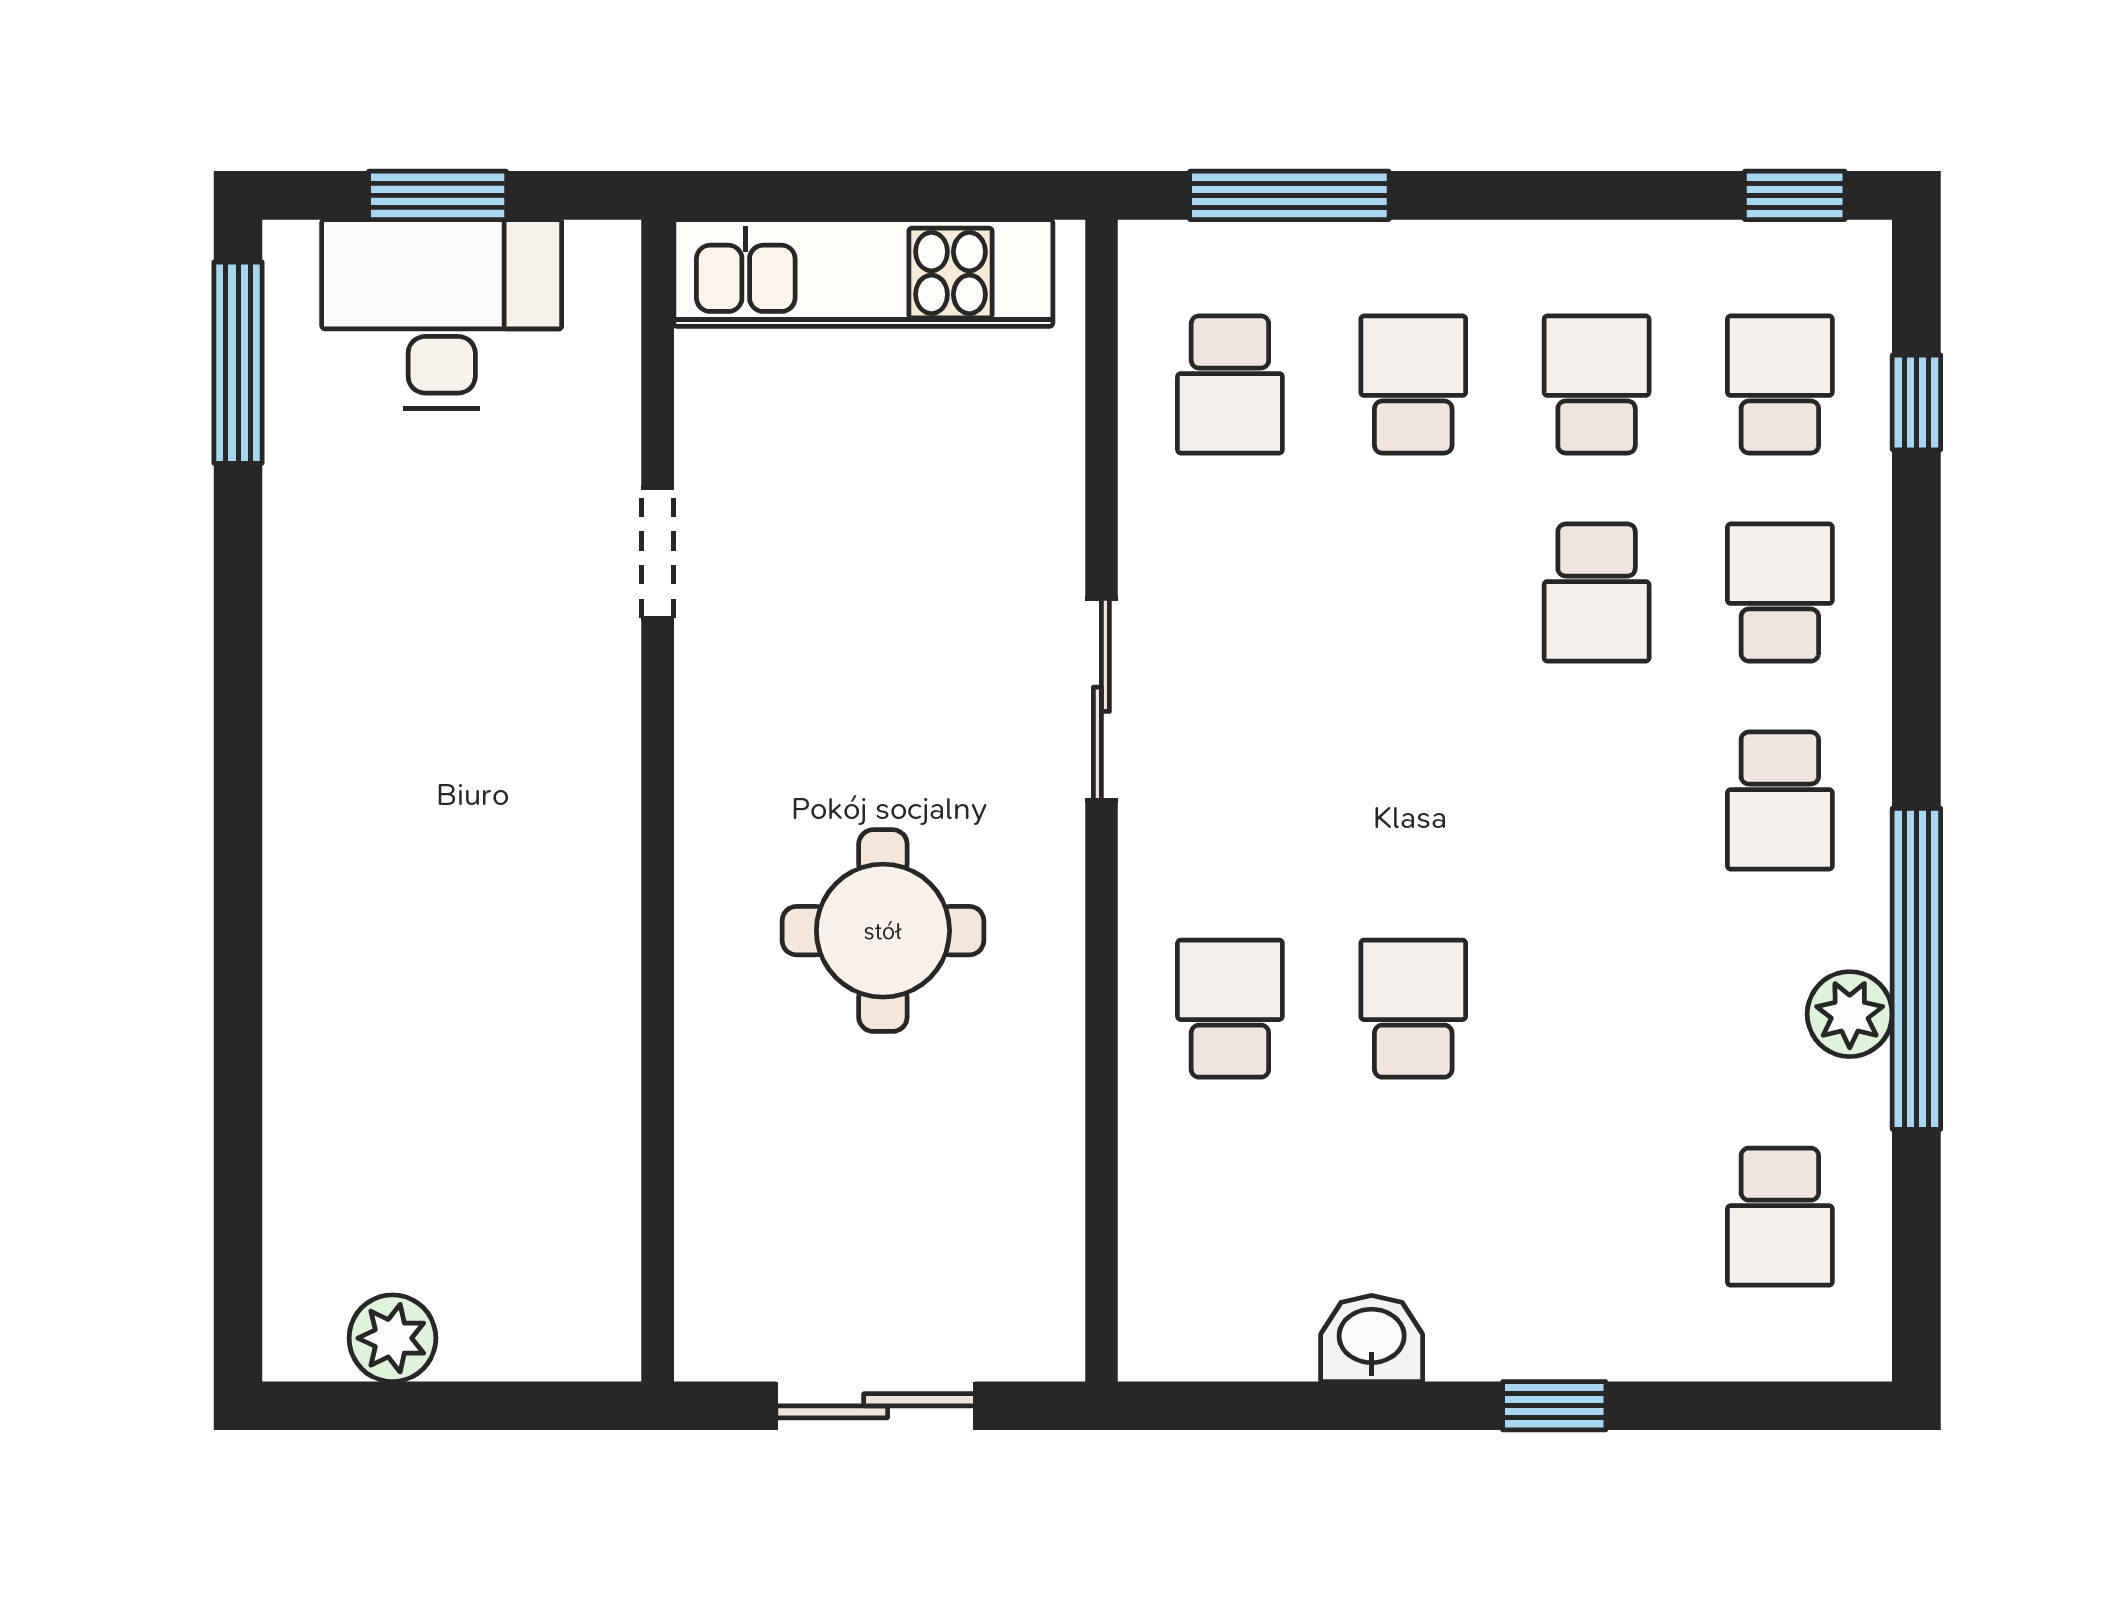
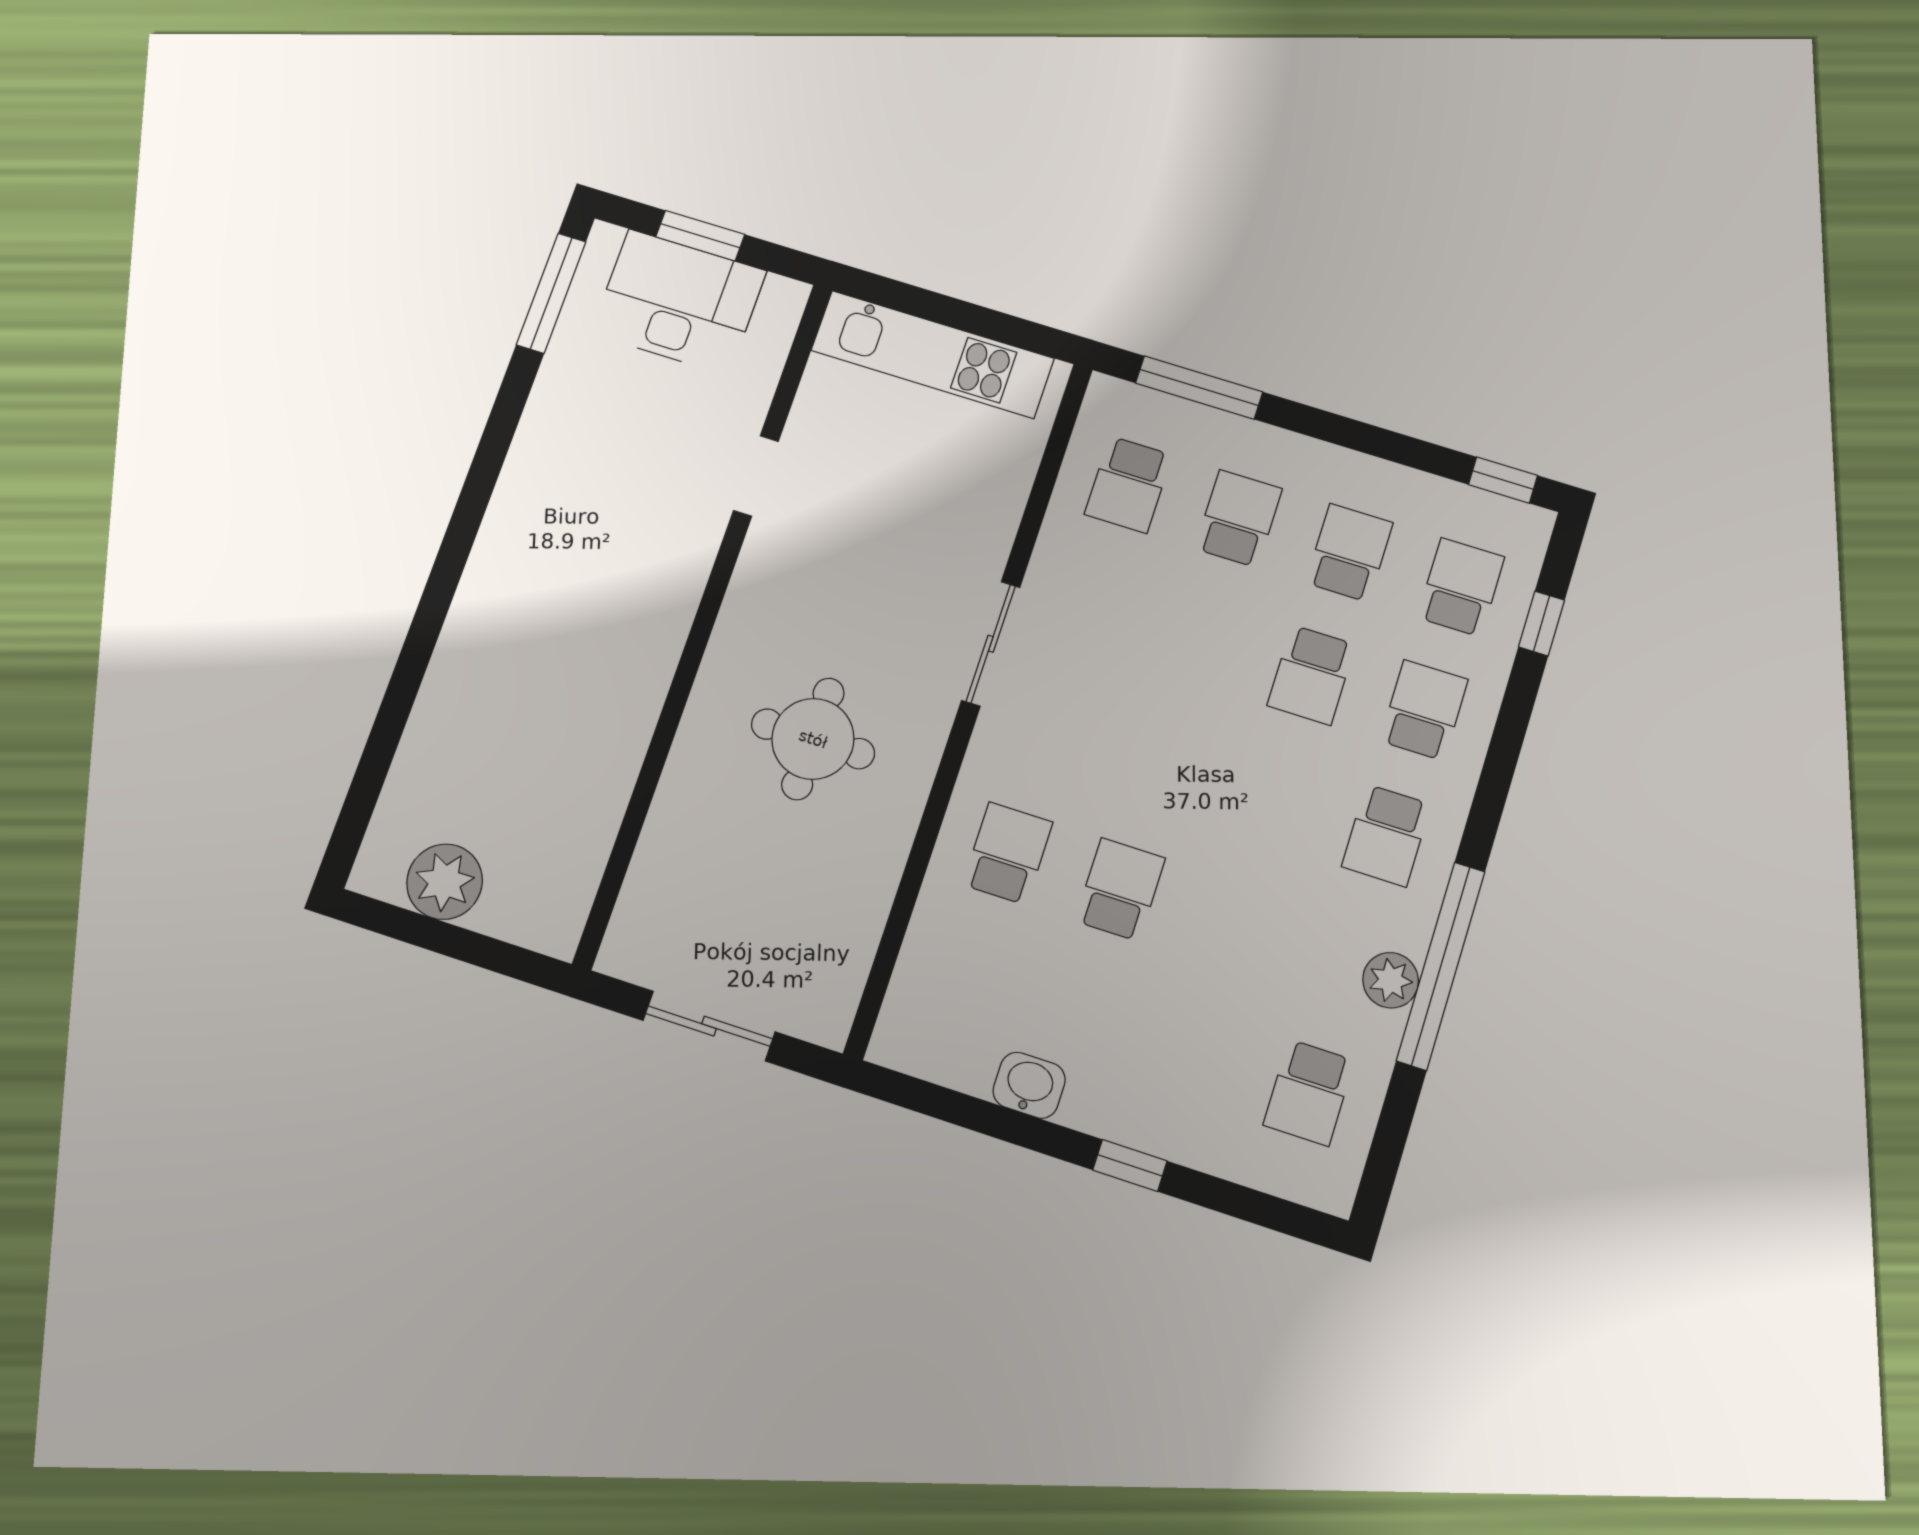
plant: (392, 1338) -> (445, 882), width x1.36, depth x1.36

